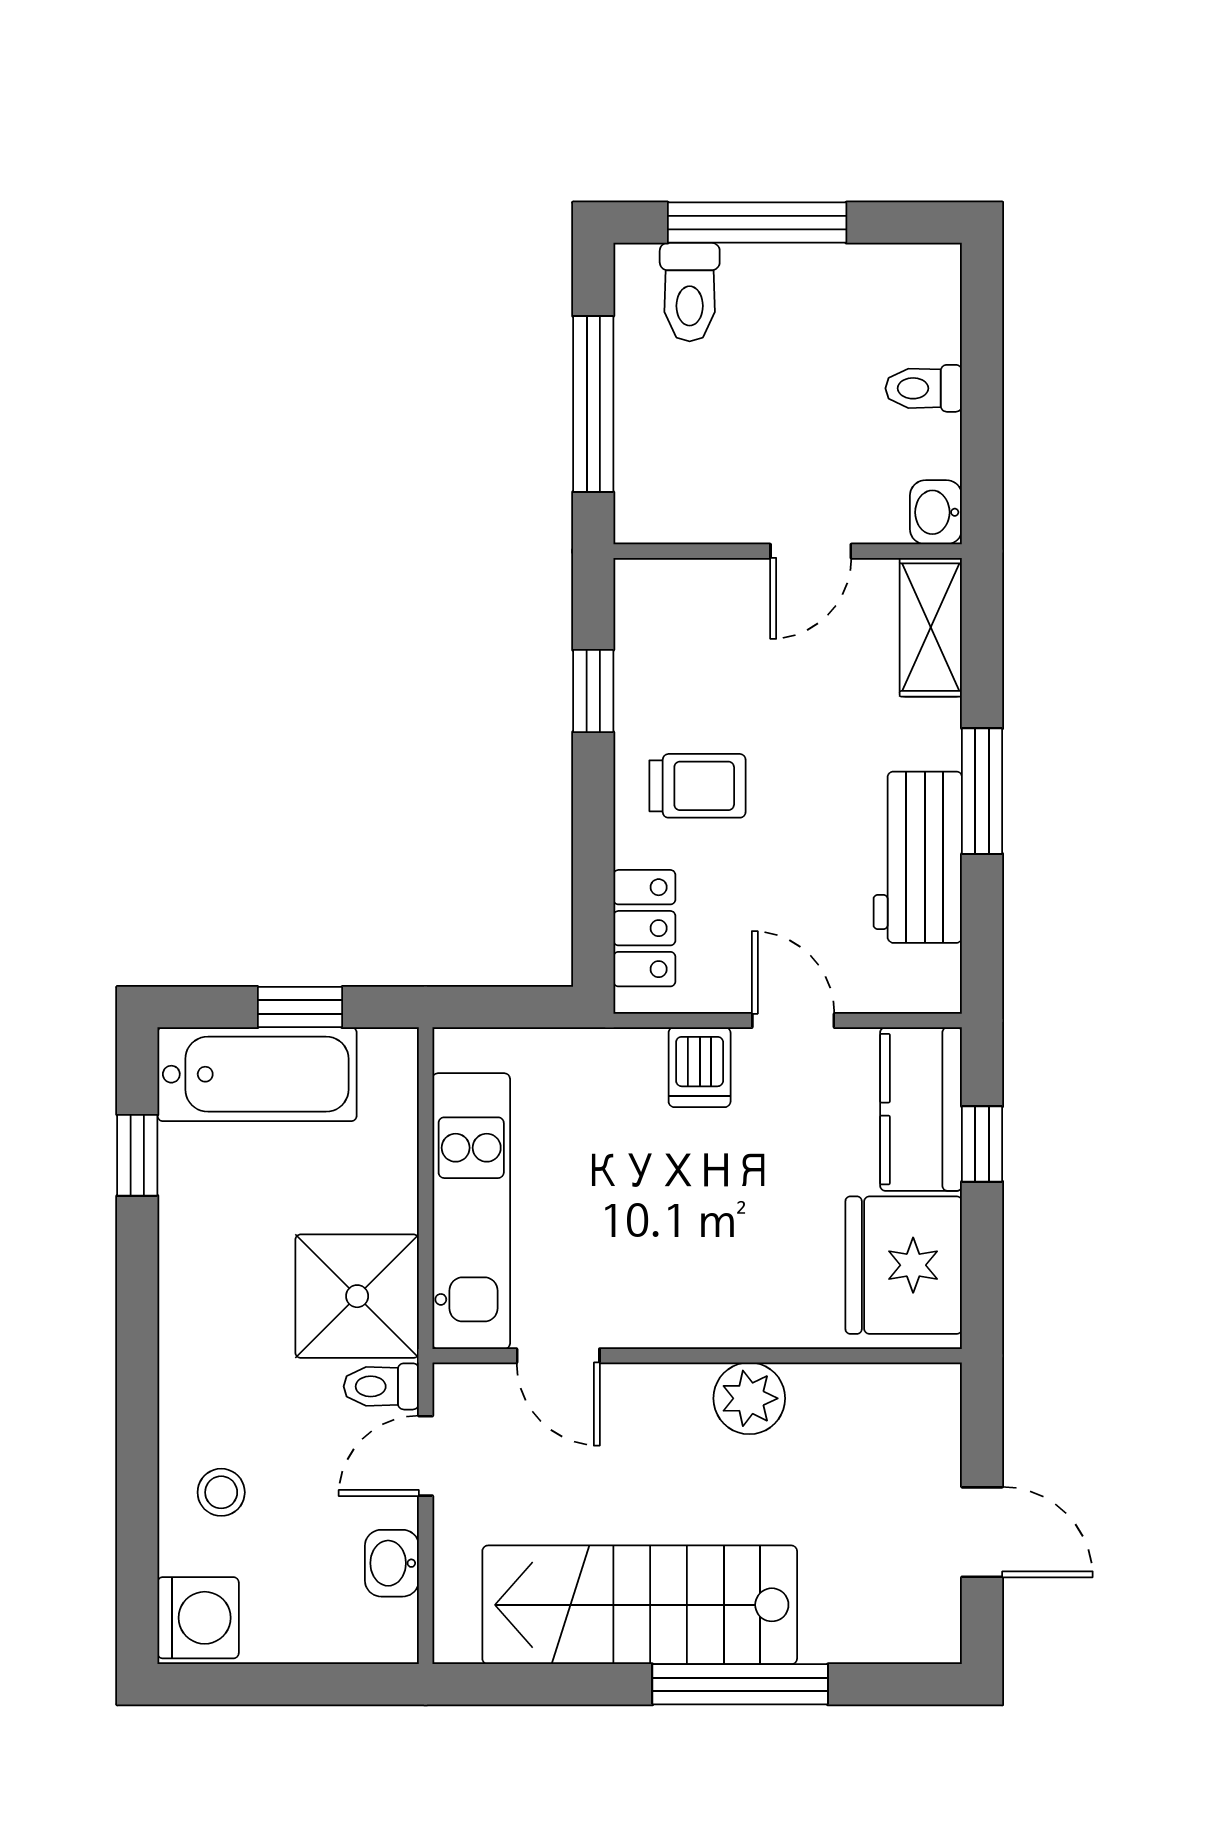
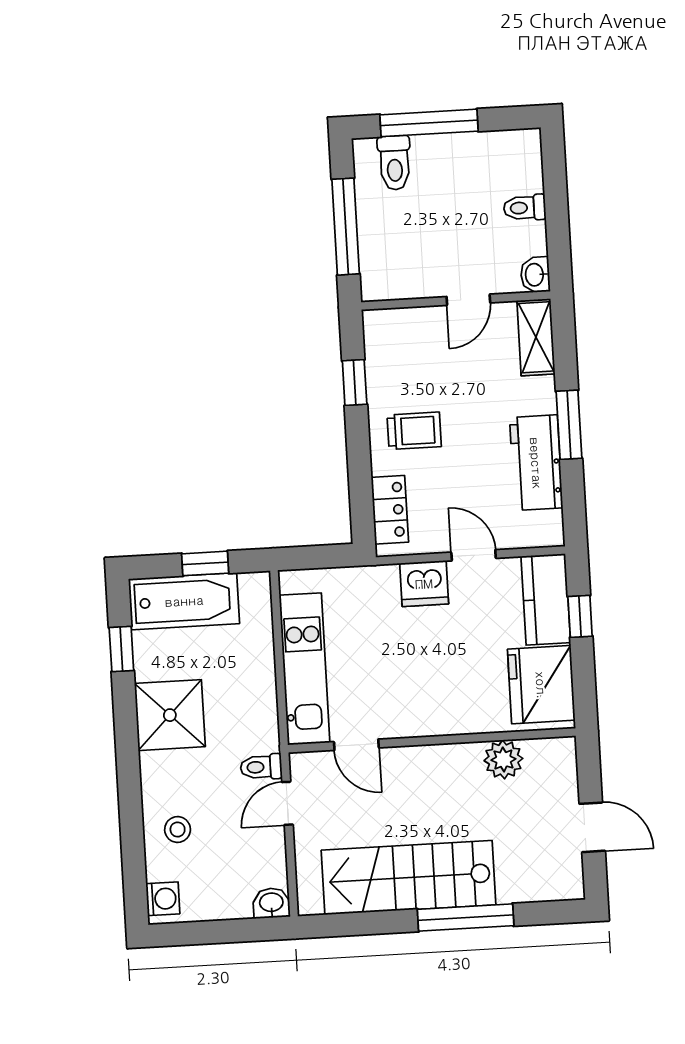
dishwasher: (700, 1067) -> (424, 584), width x1.38
shower: (357, 1296) -> (170, 715), moved
plant: (749, 1398) -> (503, 759), moved
washbasin: (392, 1563) -> (271, 903), moved, turned 90
washing machine: (198, 1618) -> (163, 899), width x0.73, depth x0.73

